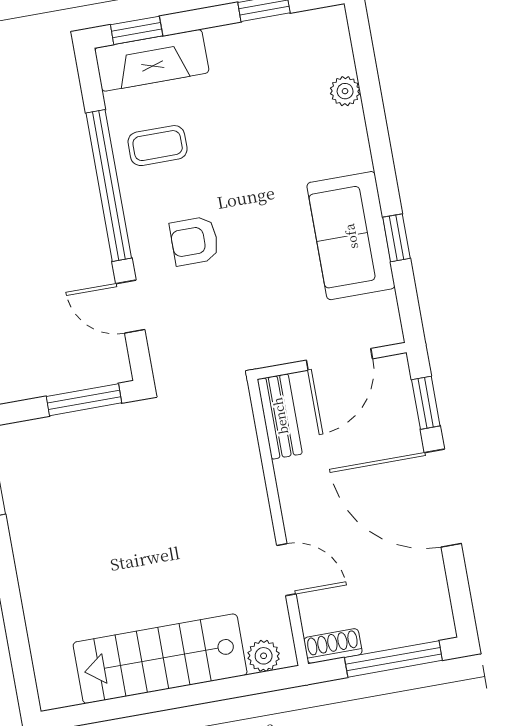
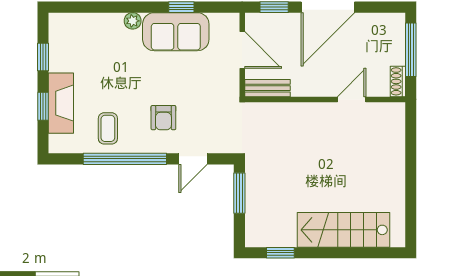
window: (137, 30) -> (43, 106), moved
fireplace: (152, 60) -> (61, 103), moved
plant: (345, 91) -> (133, 21), moved
plant: (264, 656) -> (396, 120), removed
stairs: (160, 659) -> (343, 230), moved, turned 90

